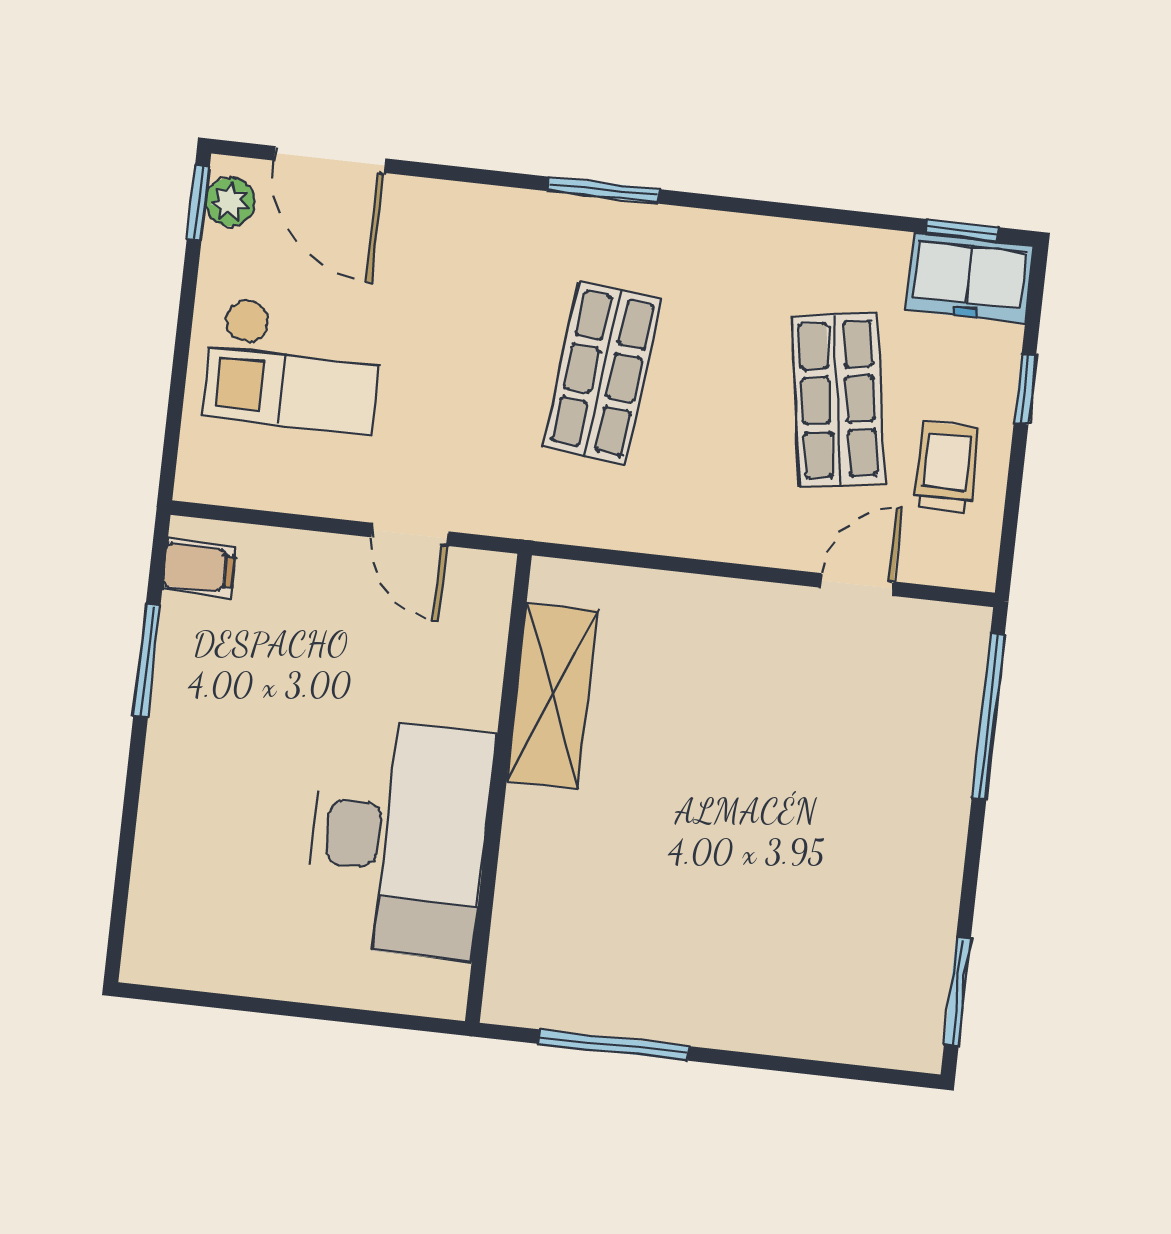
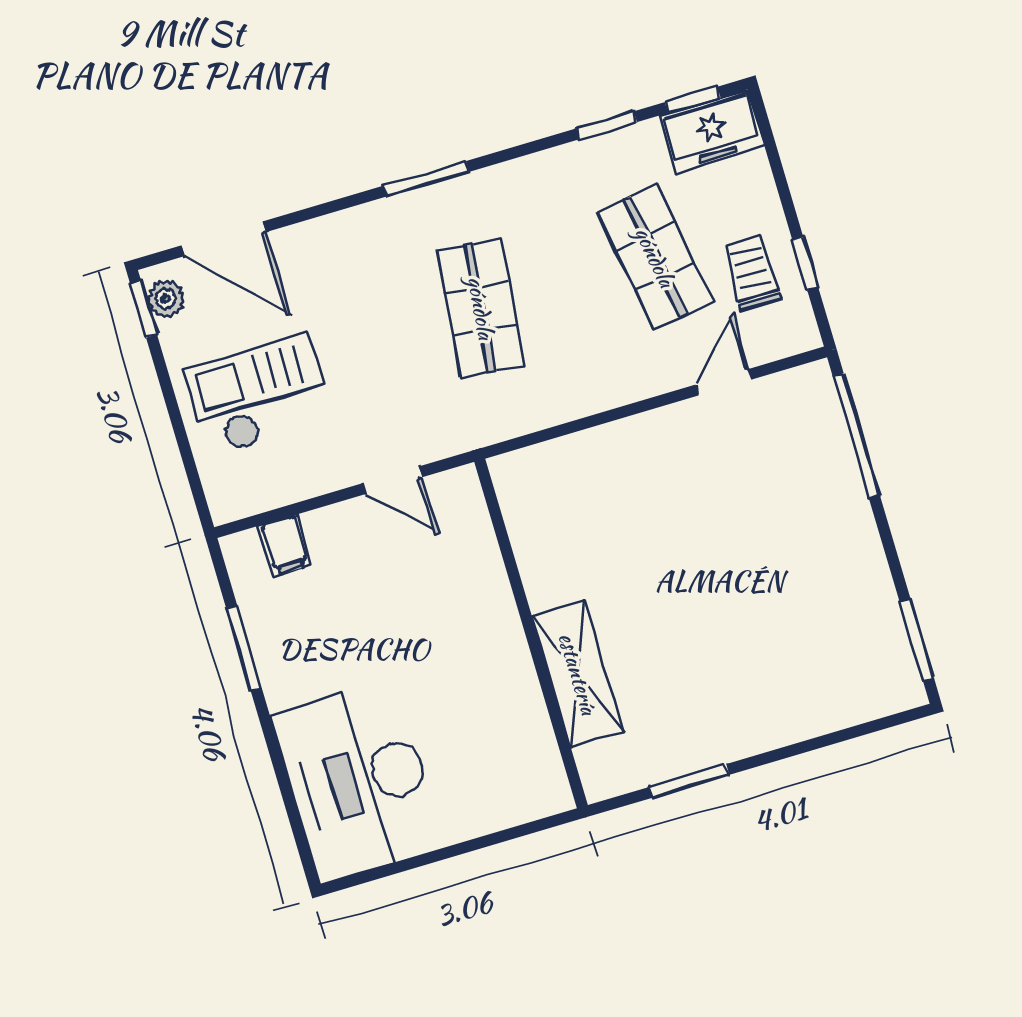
window: (846, 217) -> (607, 125), added
checkout: (292, 365) -> (259, 396), turned 180
window: (1025, 389) -> (805, 264), moved
filing cabinet: (199, 568) -> (285, 545), moved, turned 90
shelving: (552, 696) -> (578, 674), moved
desk: (399, 838) -> (358, 781), moved, turned 180
window: (614, 1045) -> (689, 781), width x0.69

